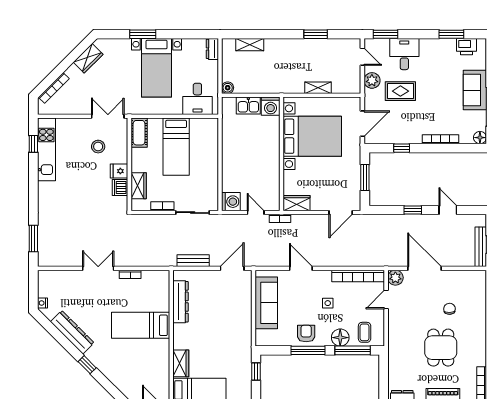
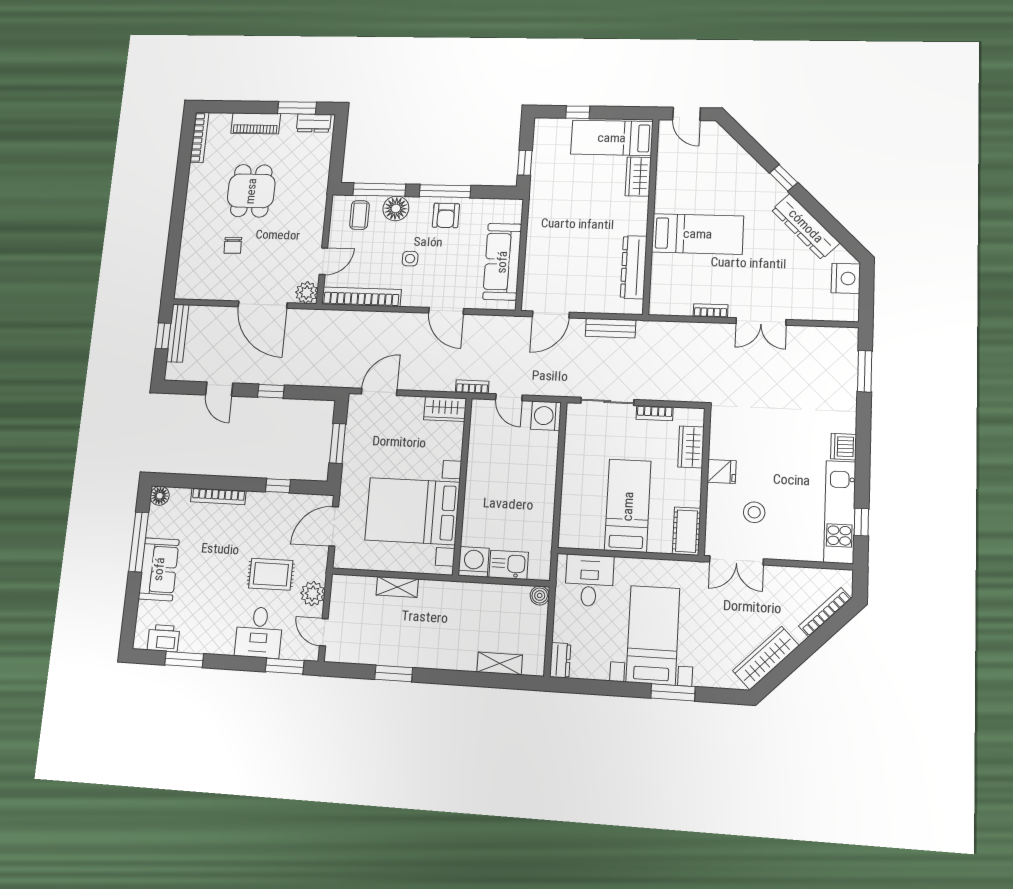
wardrobe: (88, 58) -> (766, 658), width x1.50
dishwasher: (120, 187) -> (844, 447), moved, turned 180
nightstand: (42, 303) -> (846, 278), width x1.89, depth x1.79

